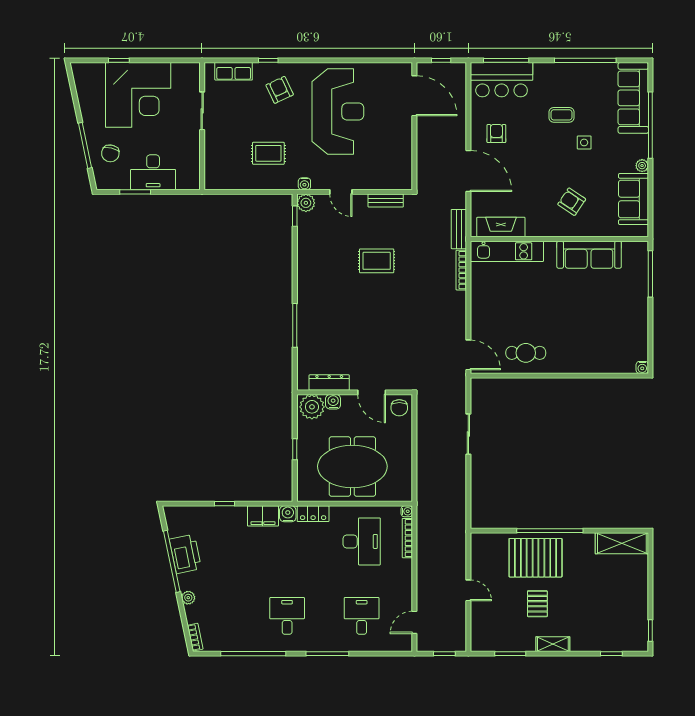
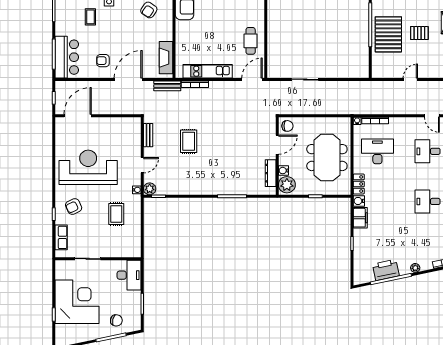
desk: (153, 172) -> (129, 275), moved
kitchen unit: (507, 251) -> (208, 71), moved, turned -90

